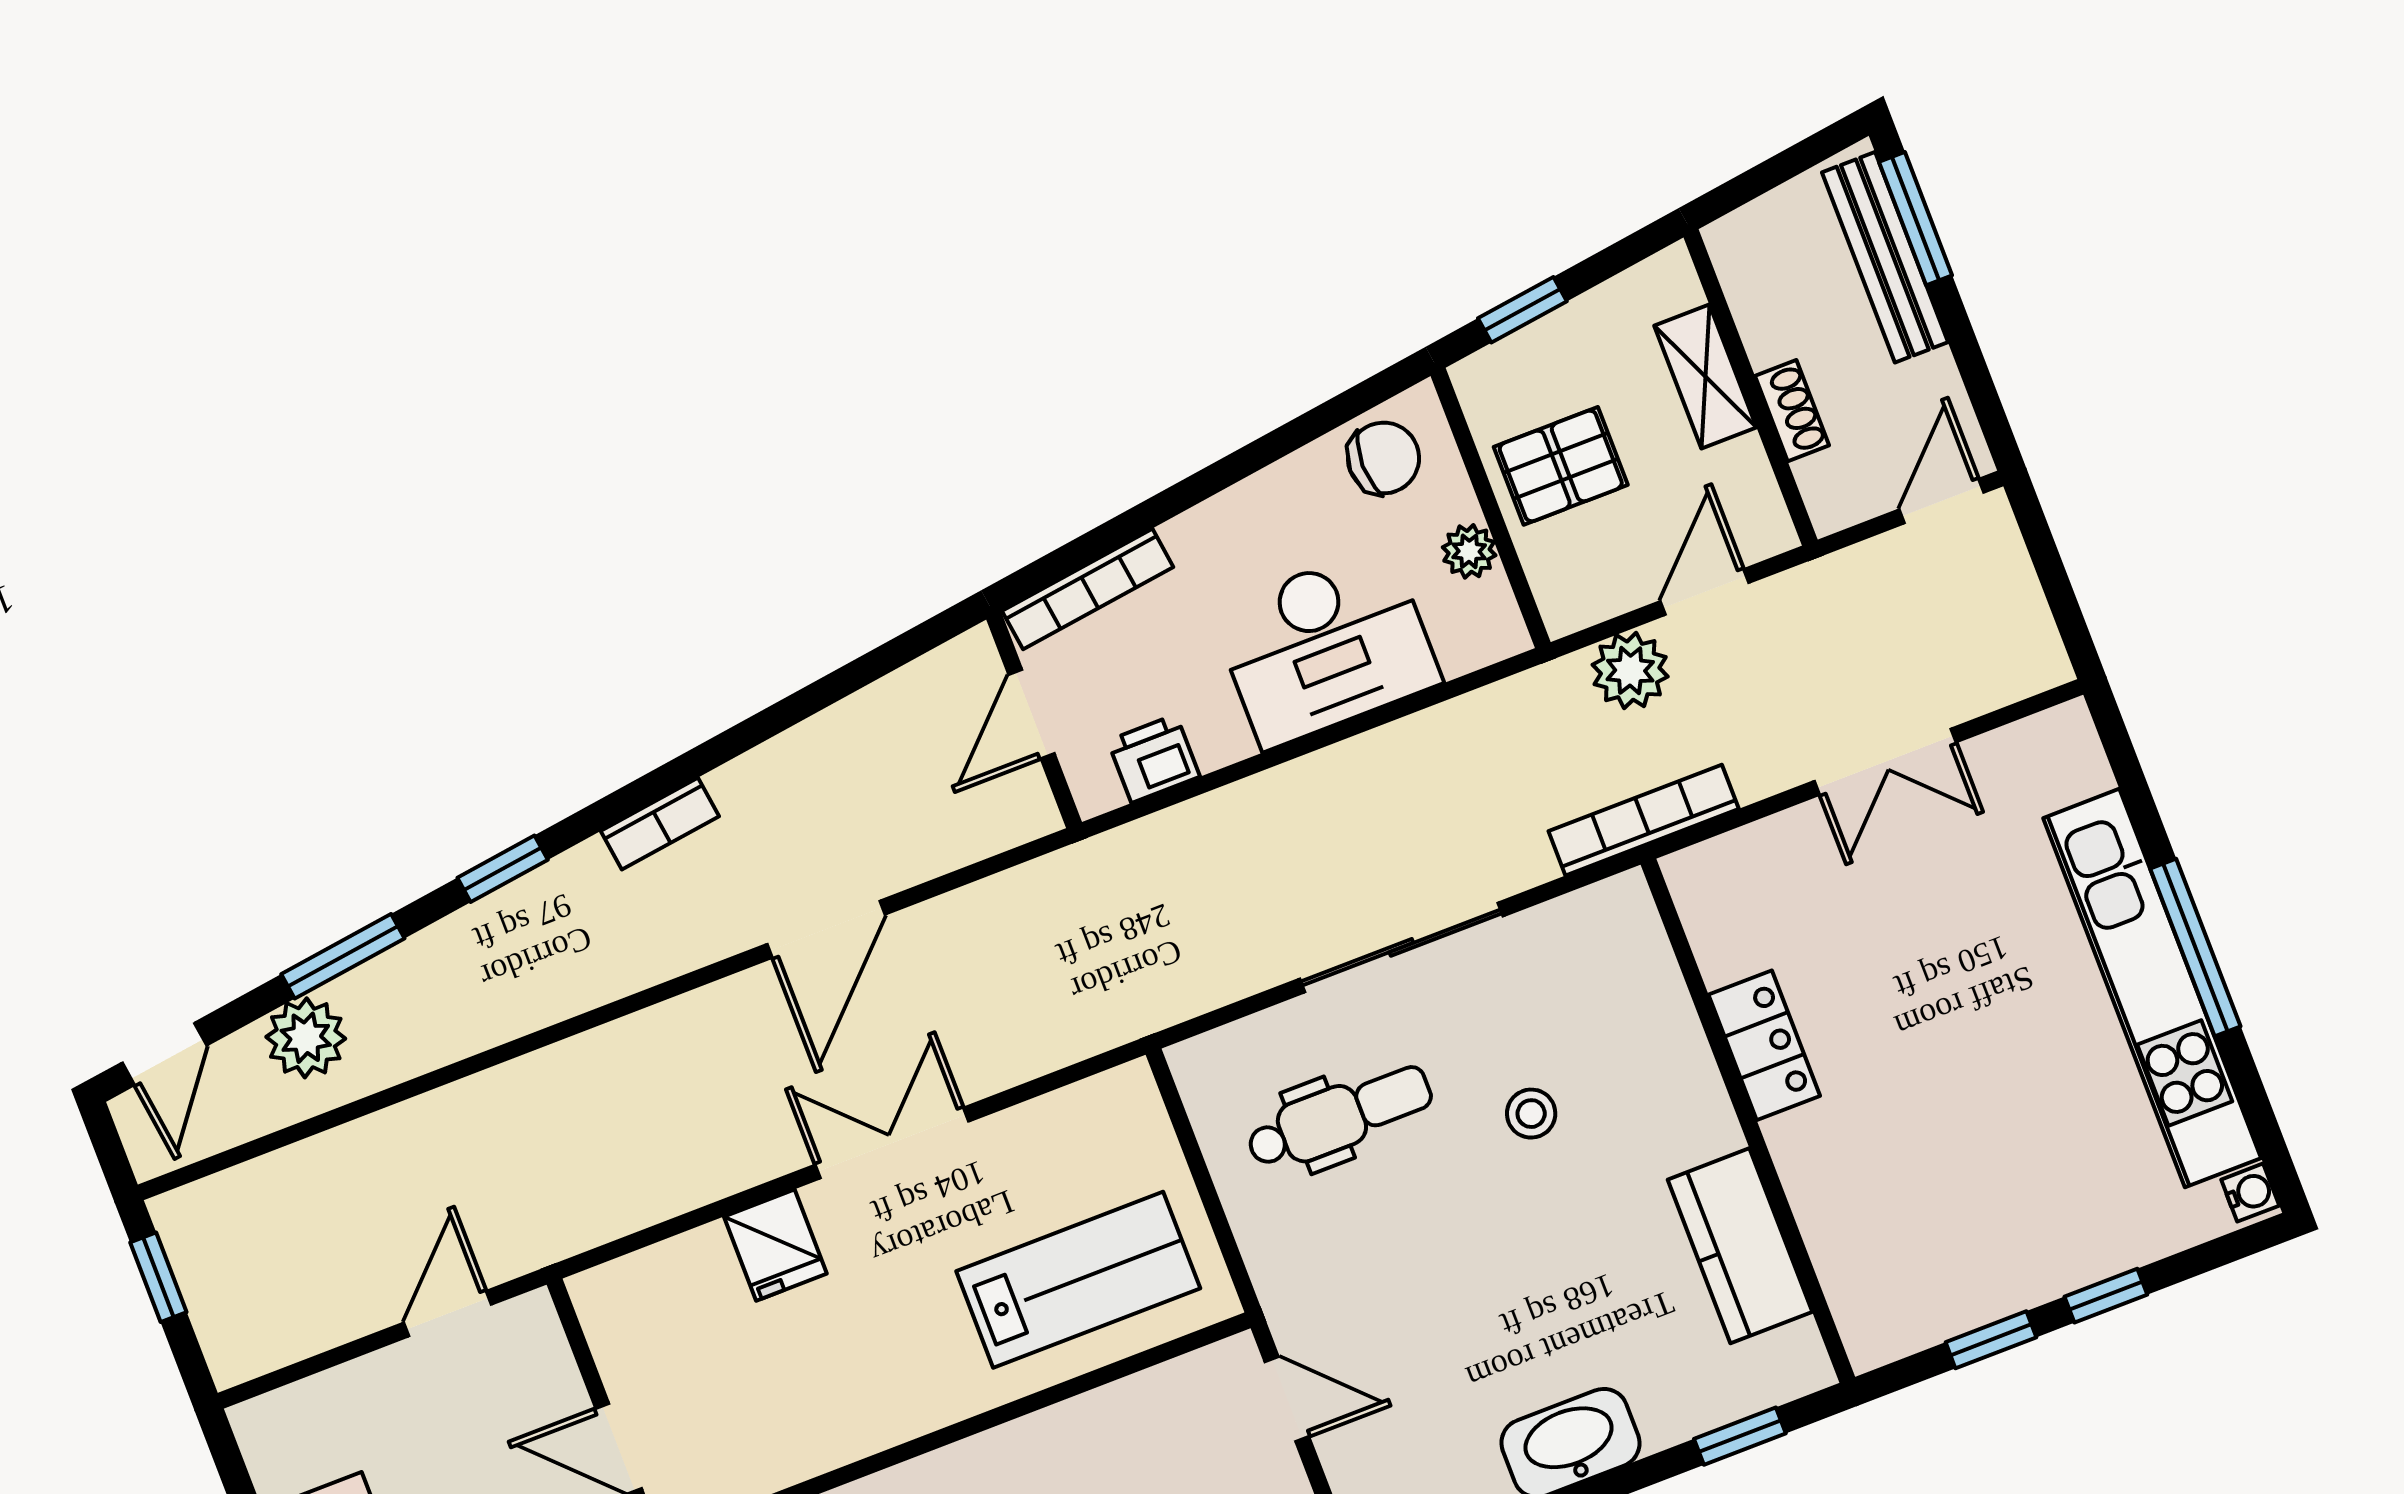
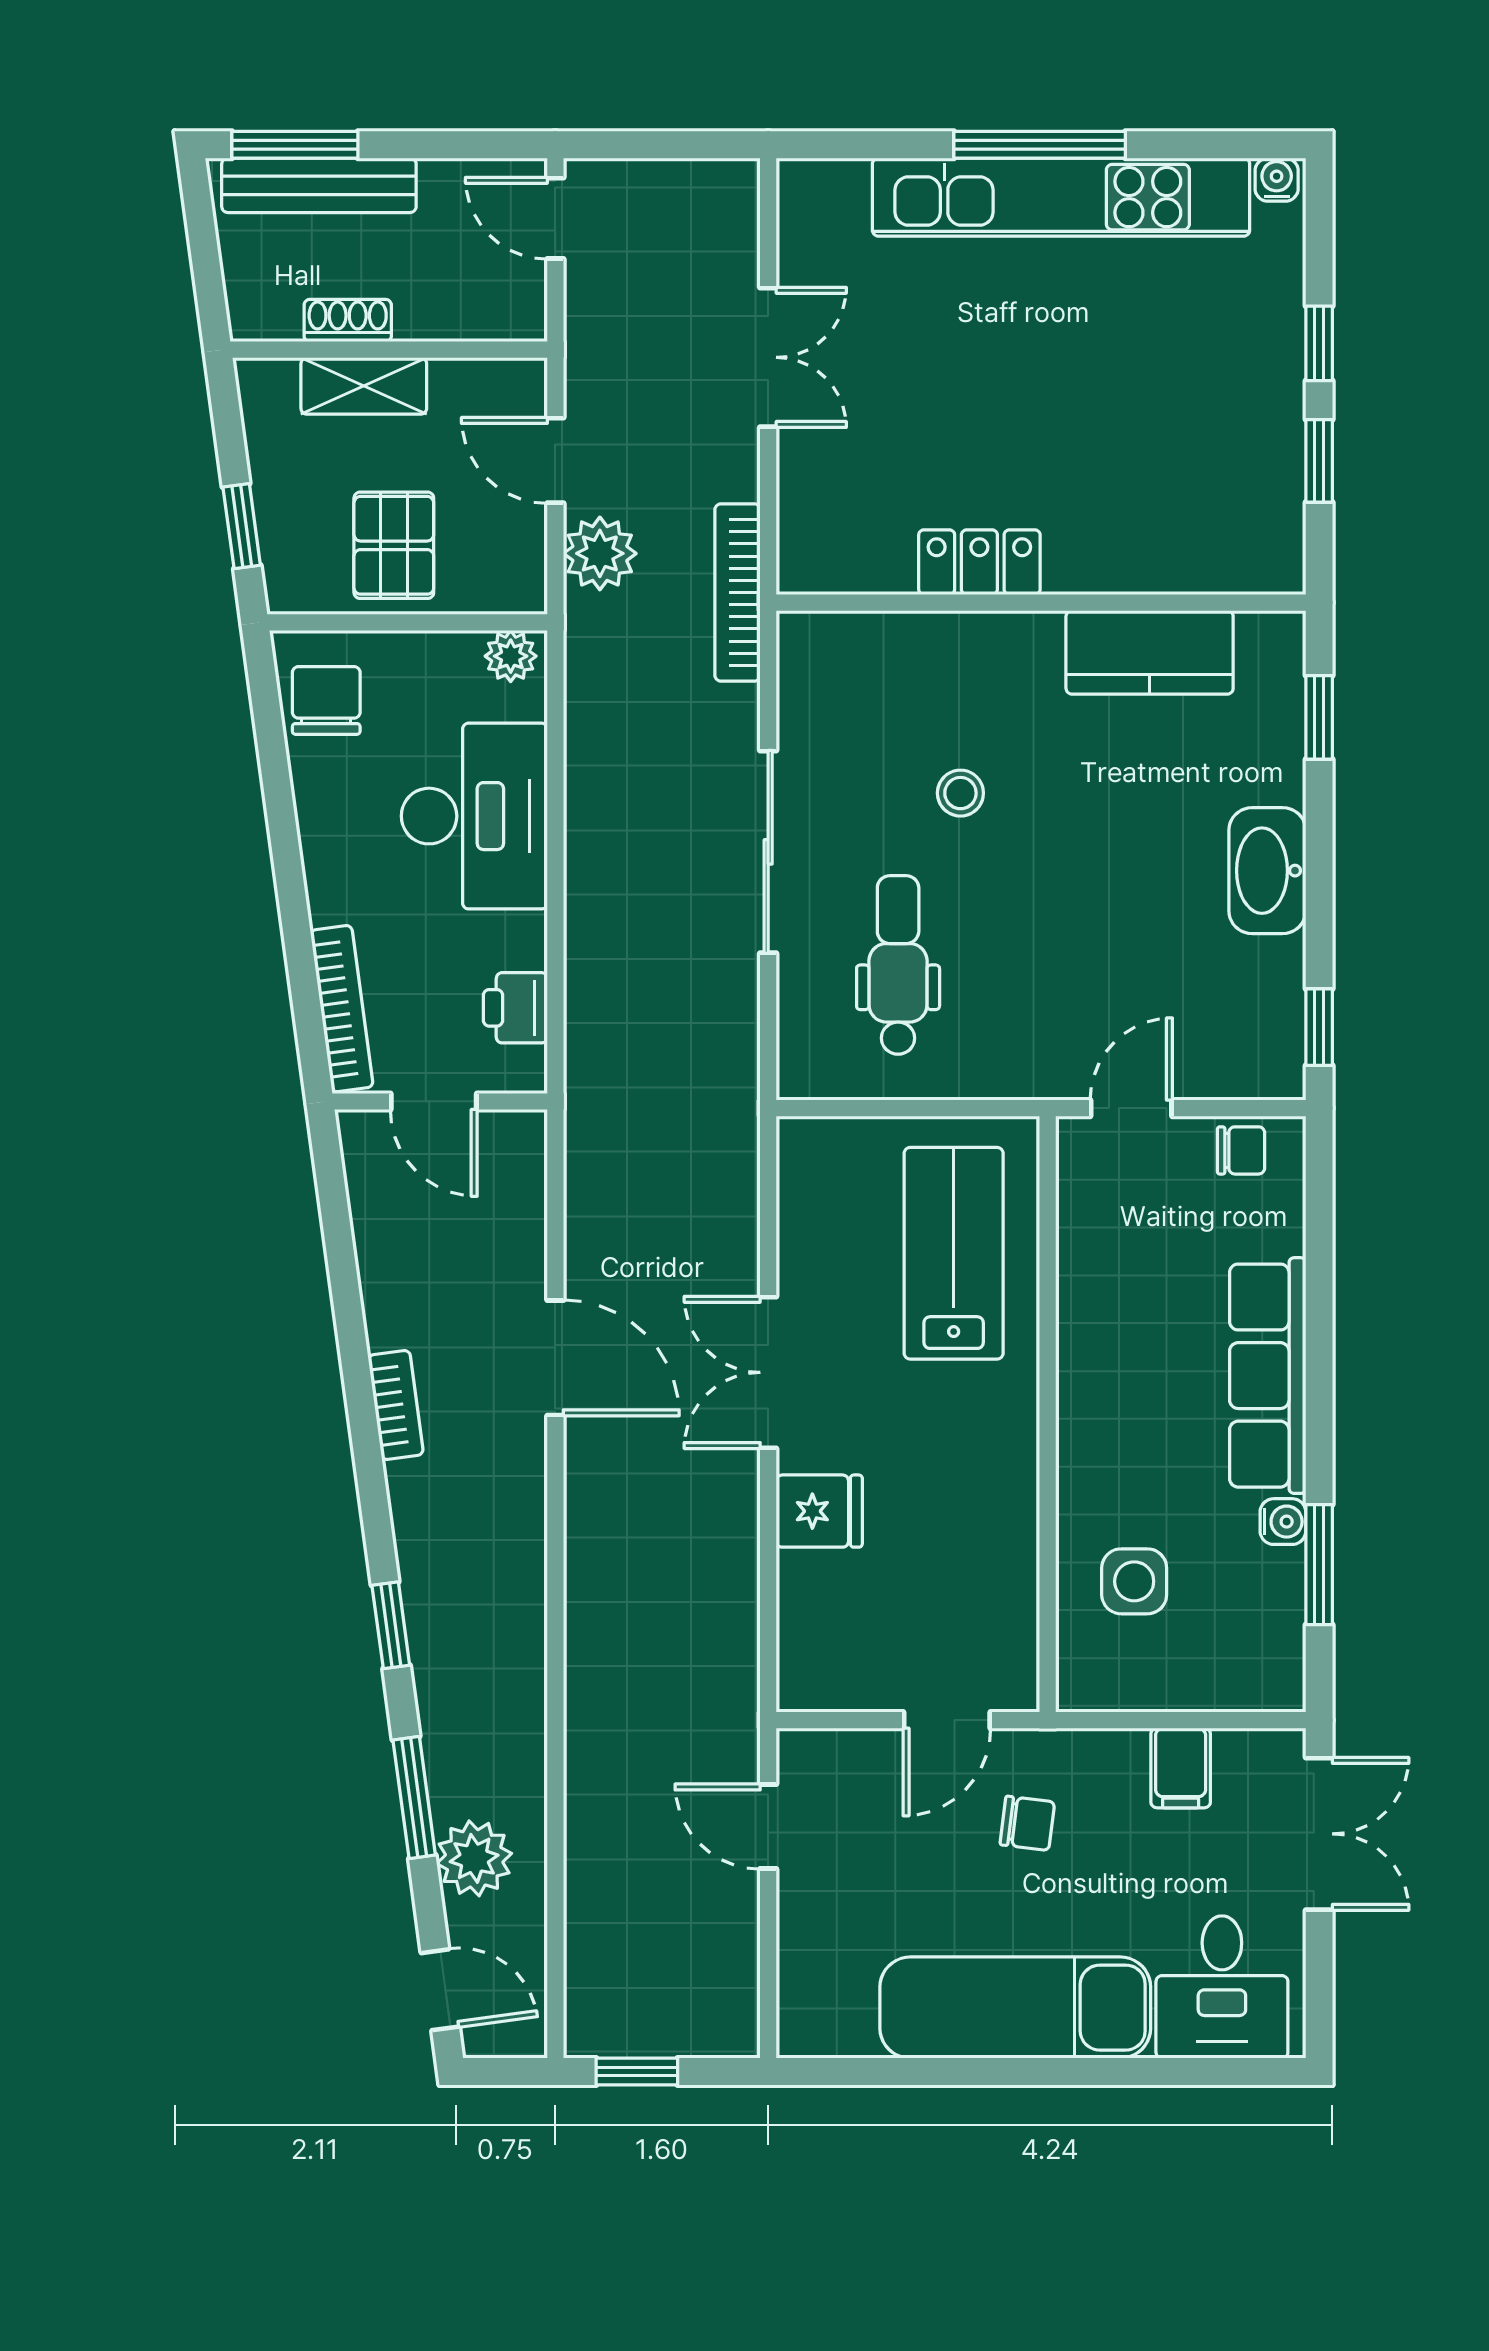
shoe rack: (1792, 411) -> (348, 321), moved
plant: (1469, 551) -> (511, 656), moved
bookcase: (660, 824) -> (396, 1405), moved

